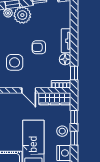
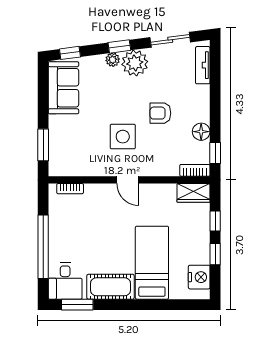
tv unit: (66, 41) -> (203, 65), moved
door: (29, 90) -> (128, 180), moved
wardrobe: (55, 99) -> (193, 193), width x0.67
stool: (62, 131) -> (197, 243), removed

